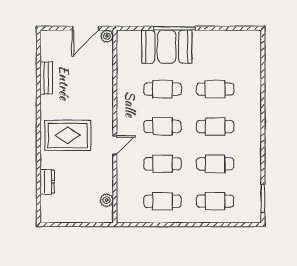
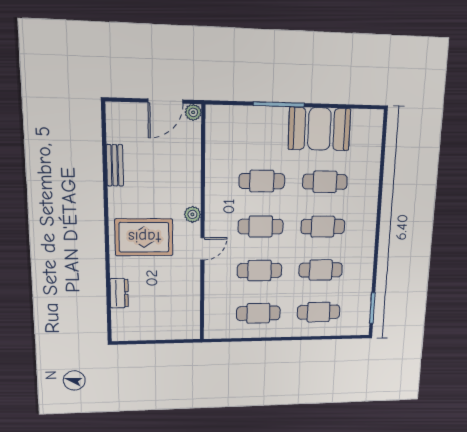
booth: (167, 47) -> (319, 129), moved
plant: (107, 200) -> (192, 214), moved

